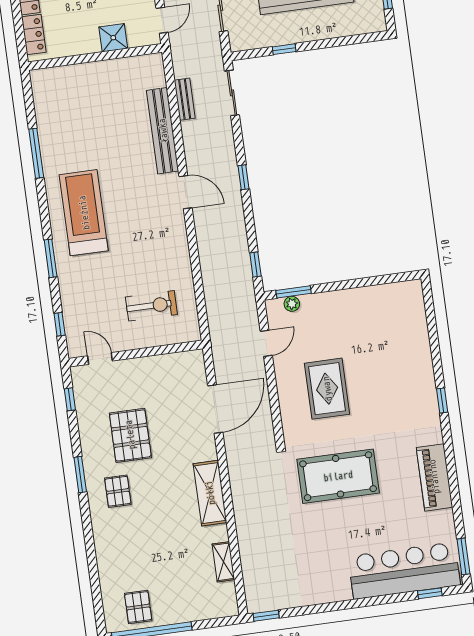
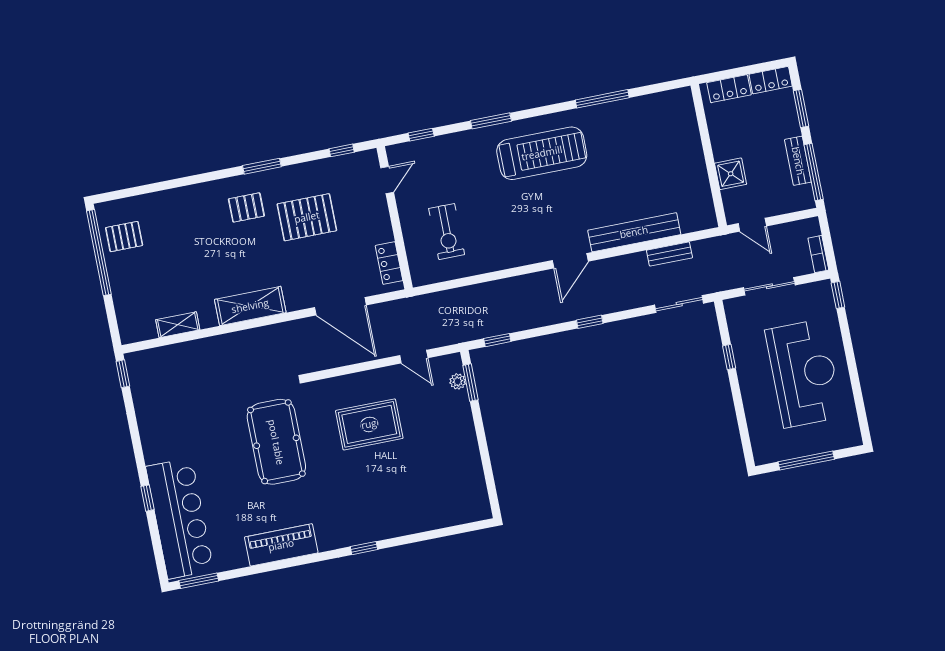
locker: (178, 361) -> (389, 263), added
window: (430, 593) -> (147, 498), moved

